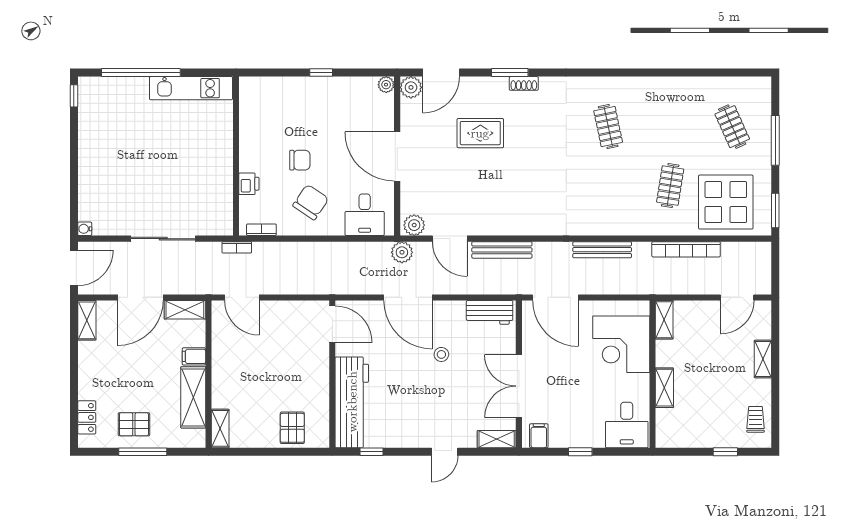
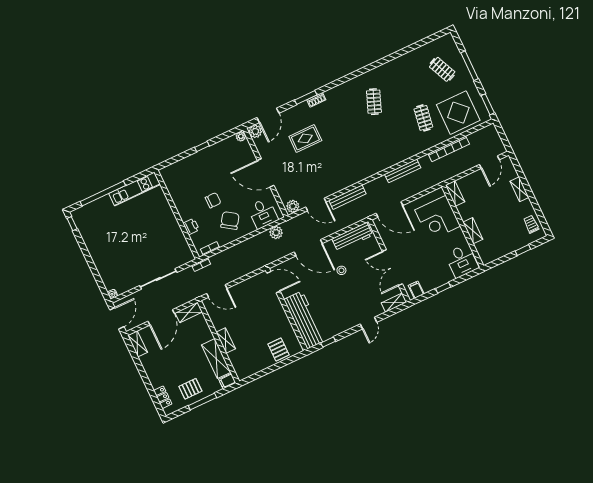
clothes rail: (608, 127) -> (374, 102), turned 33
plant: (402, 252) -> (276, 233), moved
workbench: (490, 312) -> (352, 237), width x1.38
filing cabinet: (194, 356) -> (227, 381), moved
shelving: (220, 428) -> (226, 341), moved

